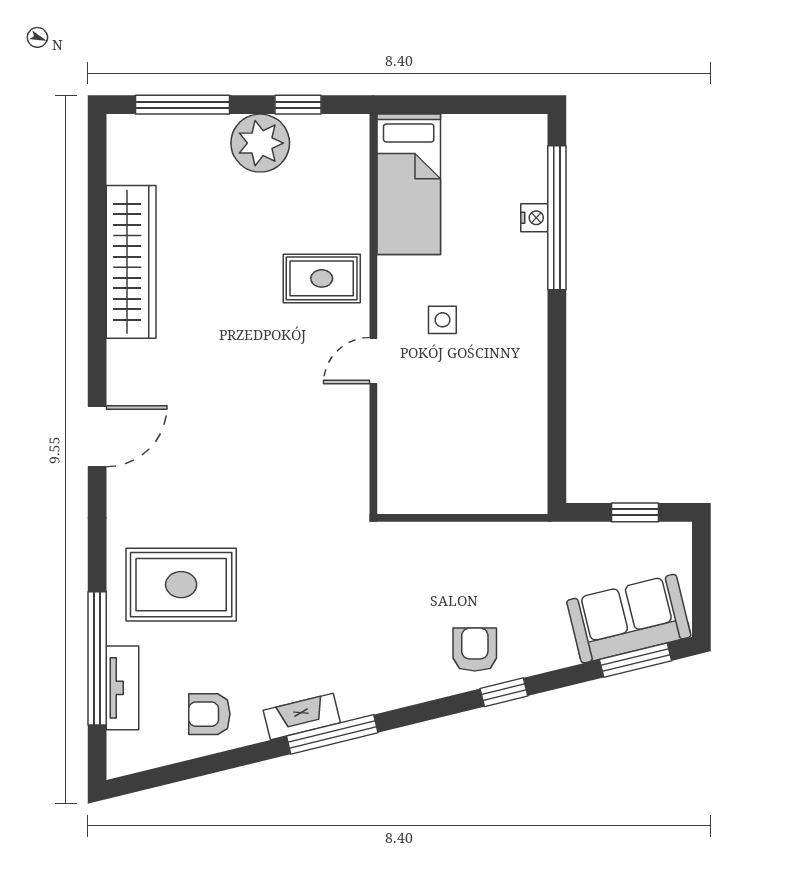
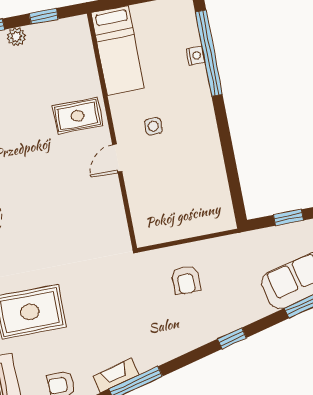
plant: (260, 143) -> (16, 37), width x0.53, depth x0.53
armchair: (475, 650) -> (186, 280), moved, turned 180

